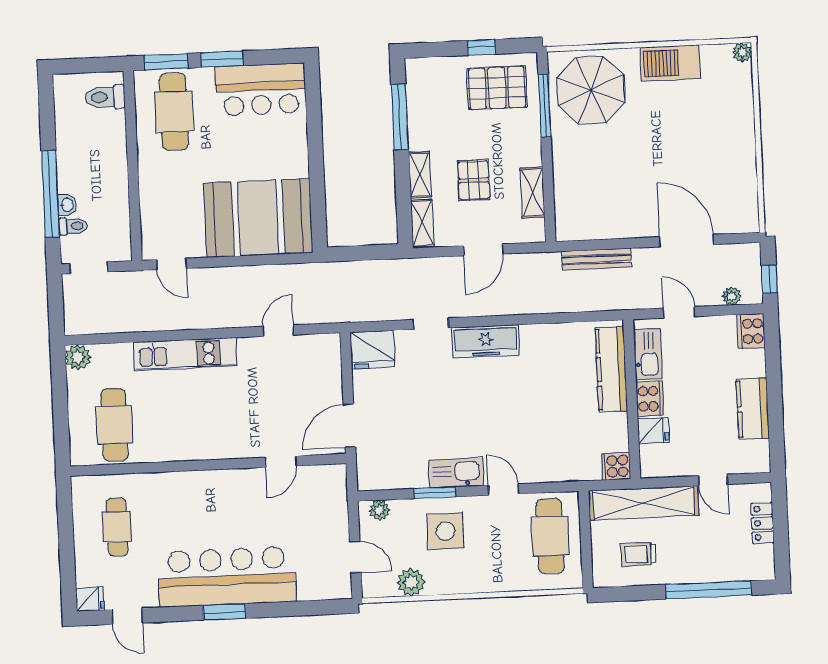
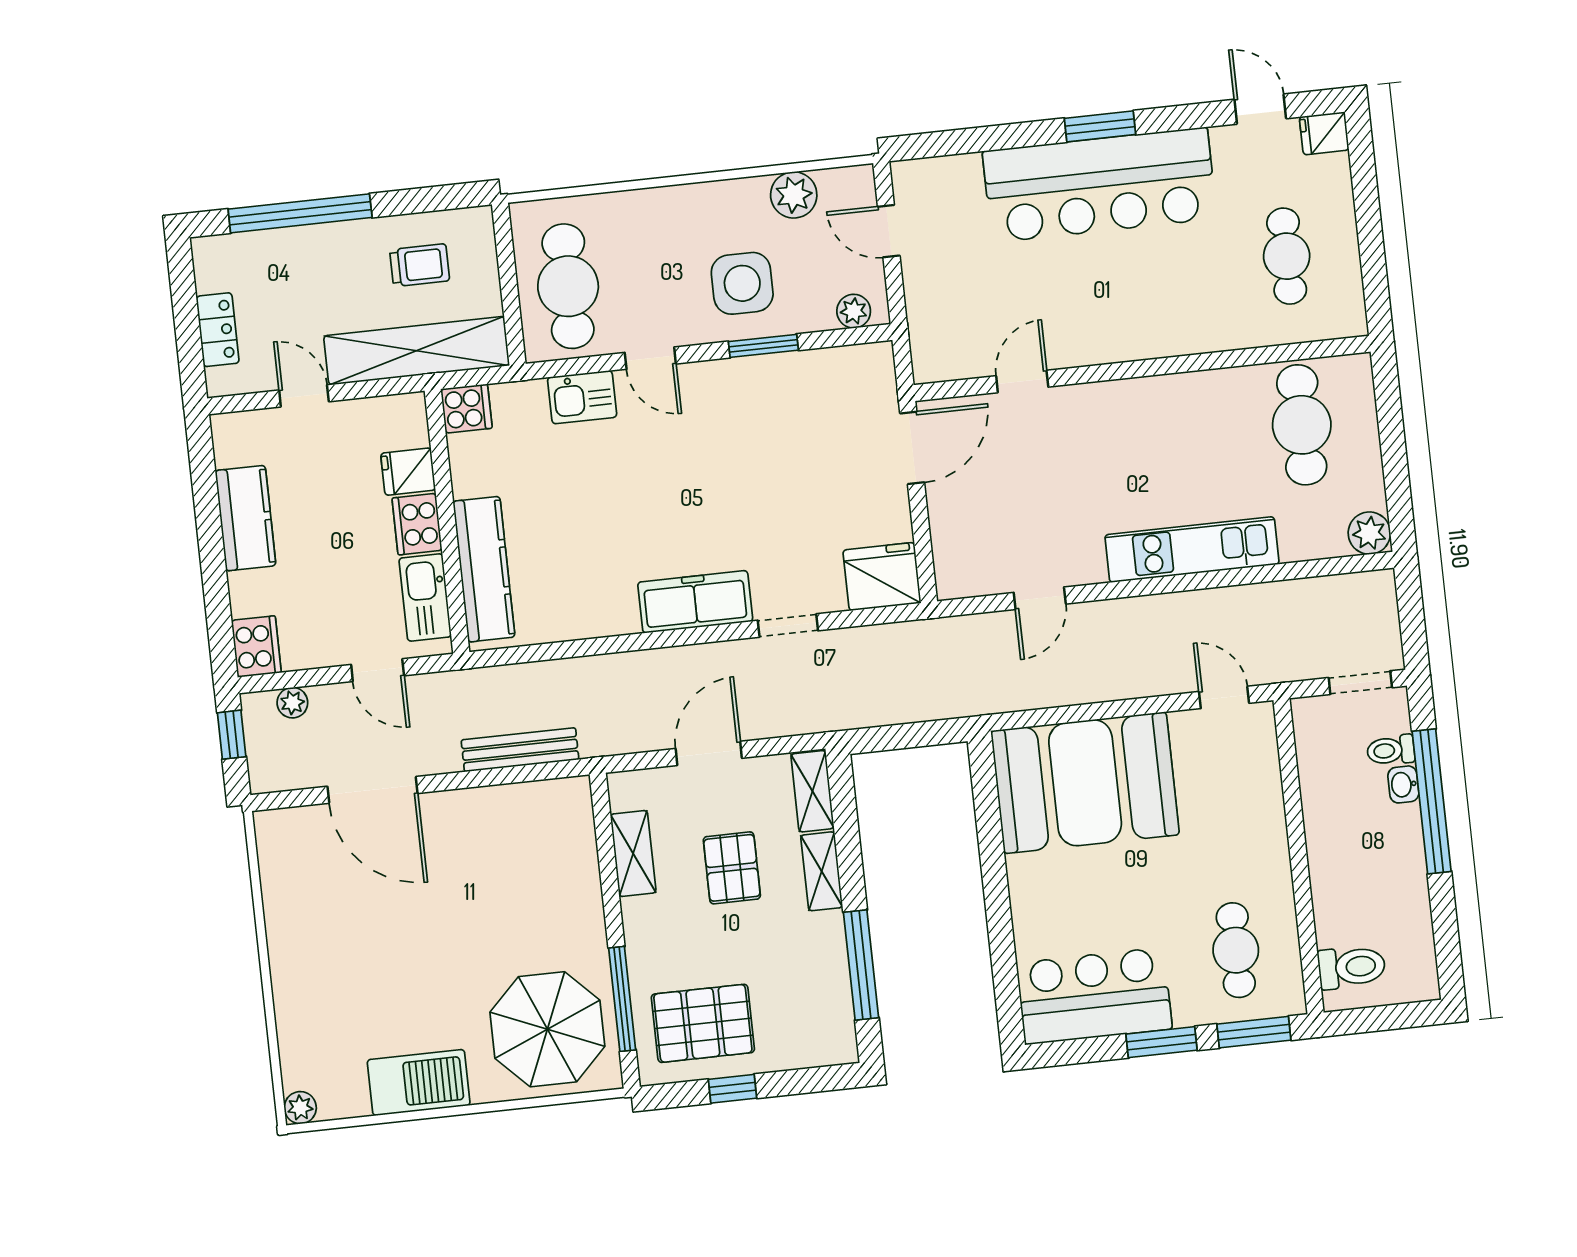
cafe table: (174, 112) -> (1236, 950), width x0.73, depth x0.74
kitchen sink: (456, 473) -> (582, 397), moved, width x0.73

